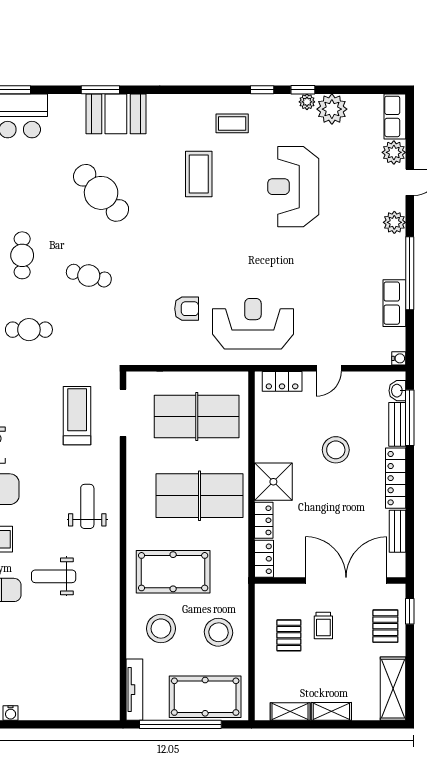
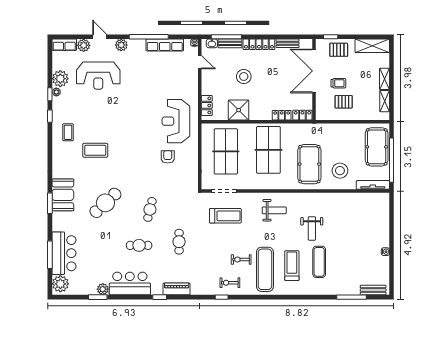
reception desk: (293, 187) -> (98, 76), moved
row of seats: (394, 303) -> (165, 45), width x1.48
door: (329, 368) -> (200, 62), moved
treadmill: (77, 416) -> (225, 216), turned 180
shower: (273, 482) -> (239, 110), moved
weight bench: (87, 506) -> (274, 210), turned 180
stool: (218, 632) -> (342, 140), removed

